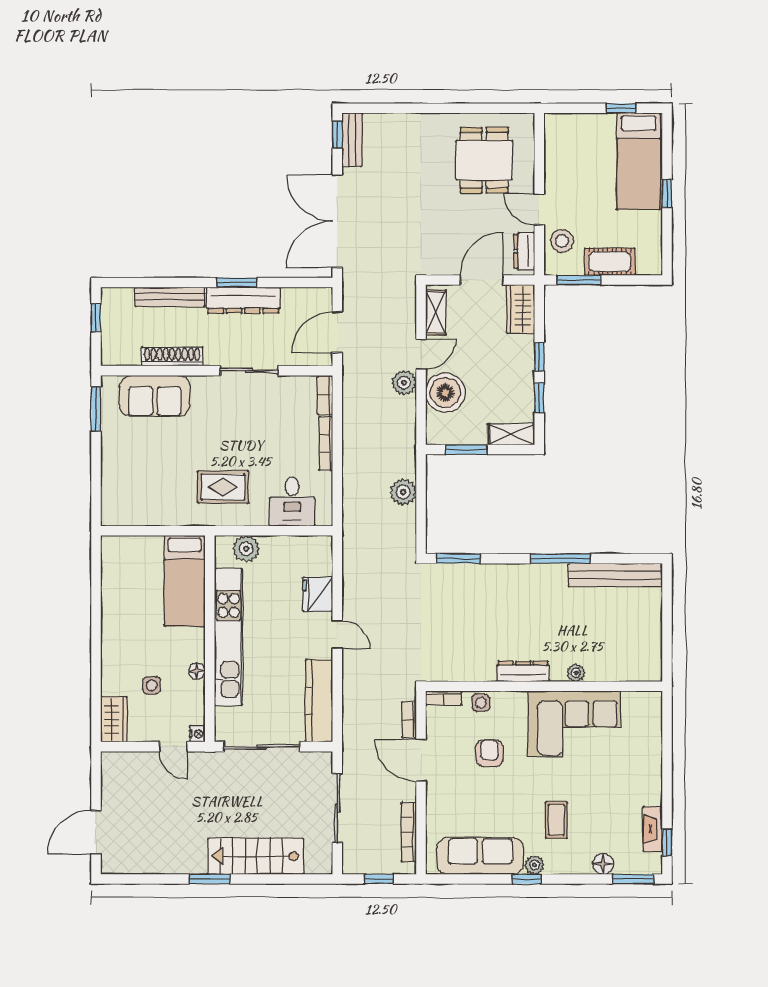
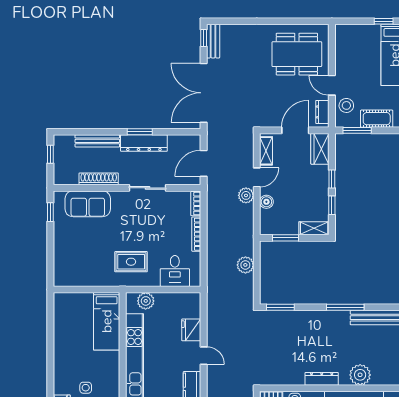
dining table: (484, 160) -> (297, 54), width x1.38
boiler: (445, 393) -> (266, 202), width x0.54, depth x0.54
window: (96, 409) -> (50, 212), width x0.67
floor lamp: (197, 671) -> (114, 379), removed
plant: (576, 673) -> (360, 375), width x1.87, depth x1.87

